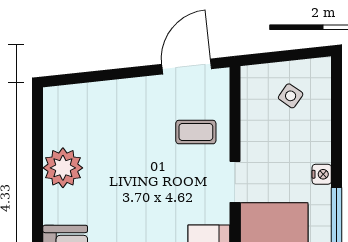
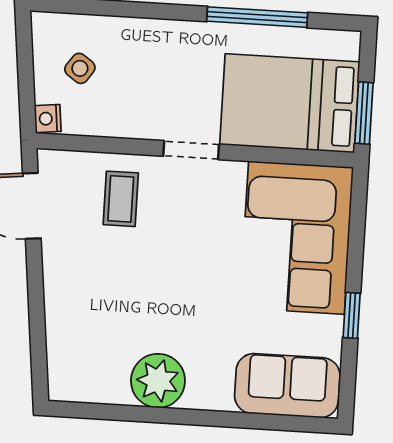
nightstand: (322, 174) -> (48, 119), moved, turned -96

